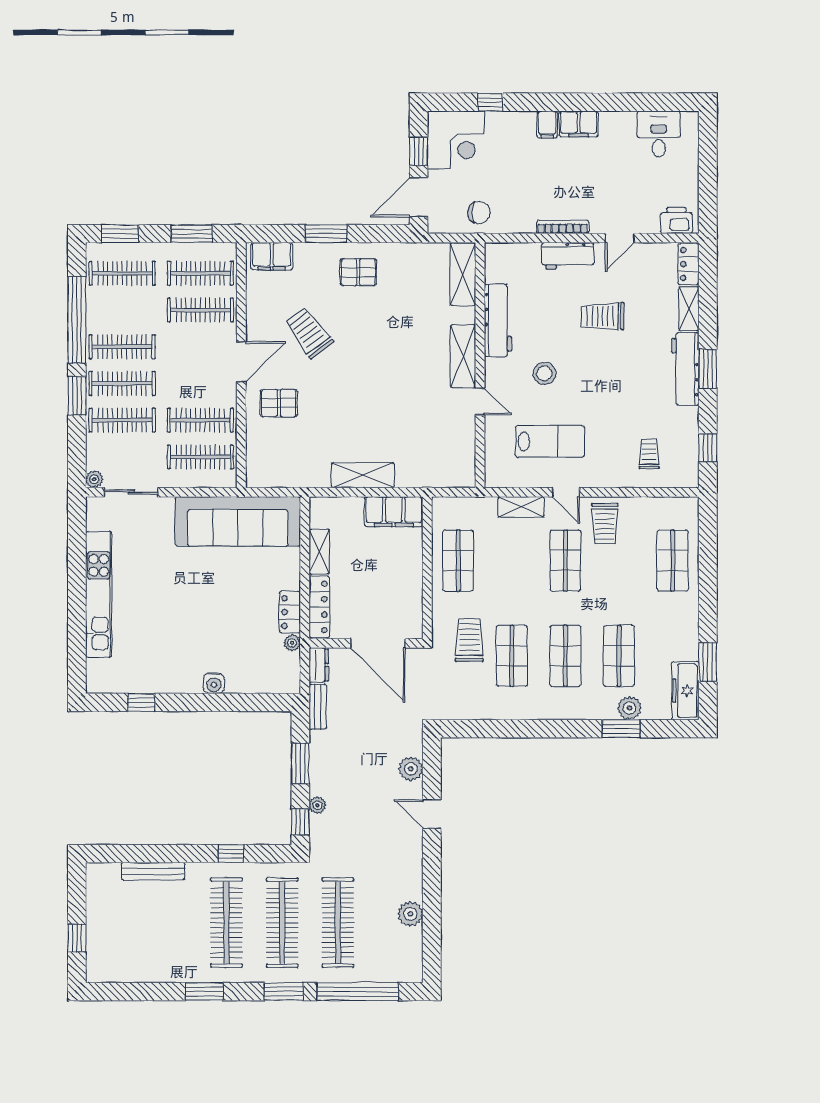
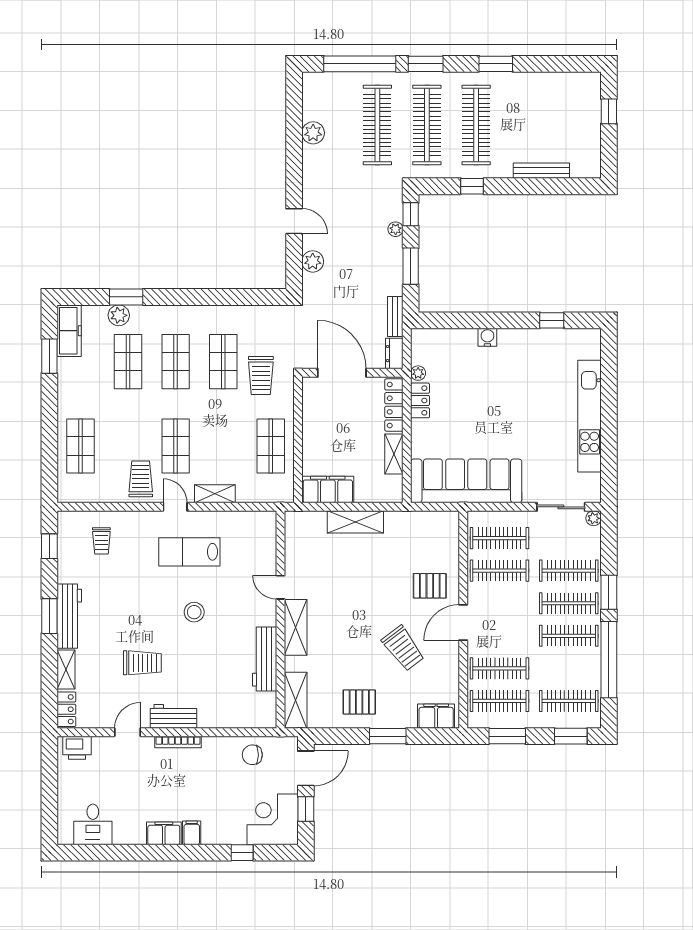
shelving: (463, 274) -> (296, 700), moved
workbench: (498, 320) -> (265, 659), moved
shelving: (463, 356) -> (296, 627), moved
wall: (480, 365) -> (281, 620), moved
door: (480, 402) -> (281, 587), moved

